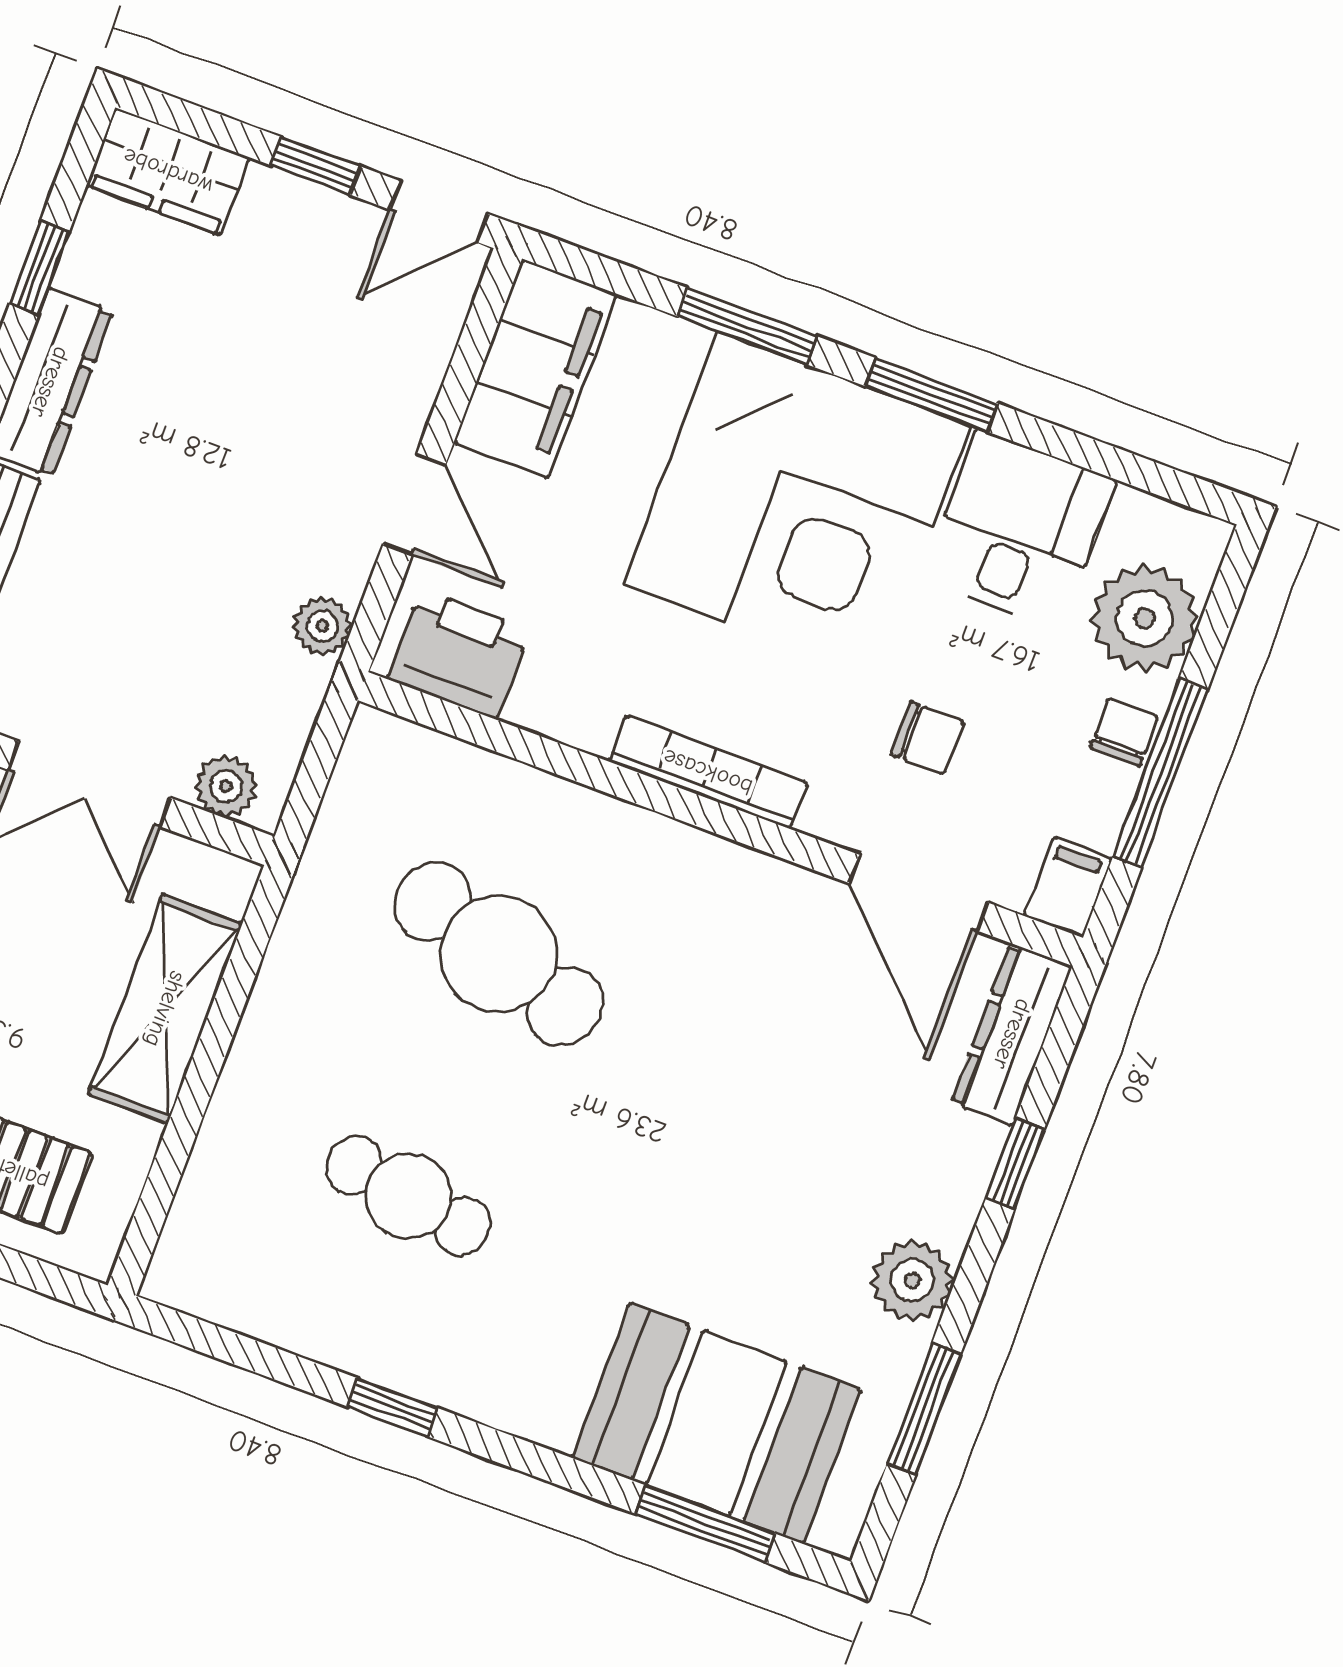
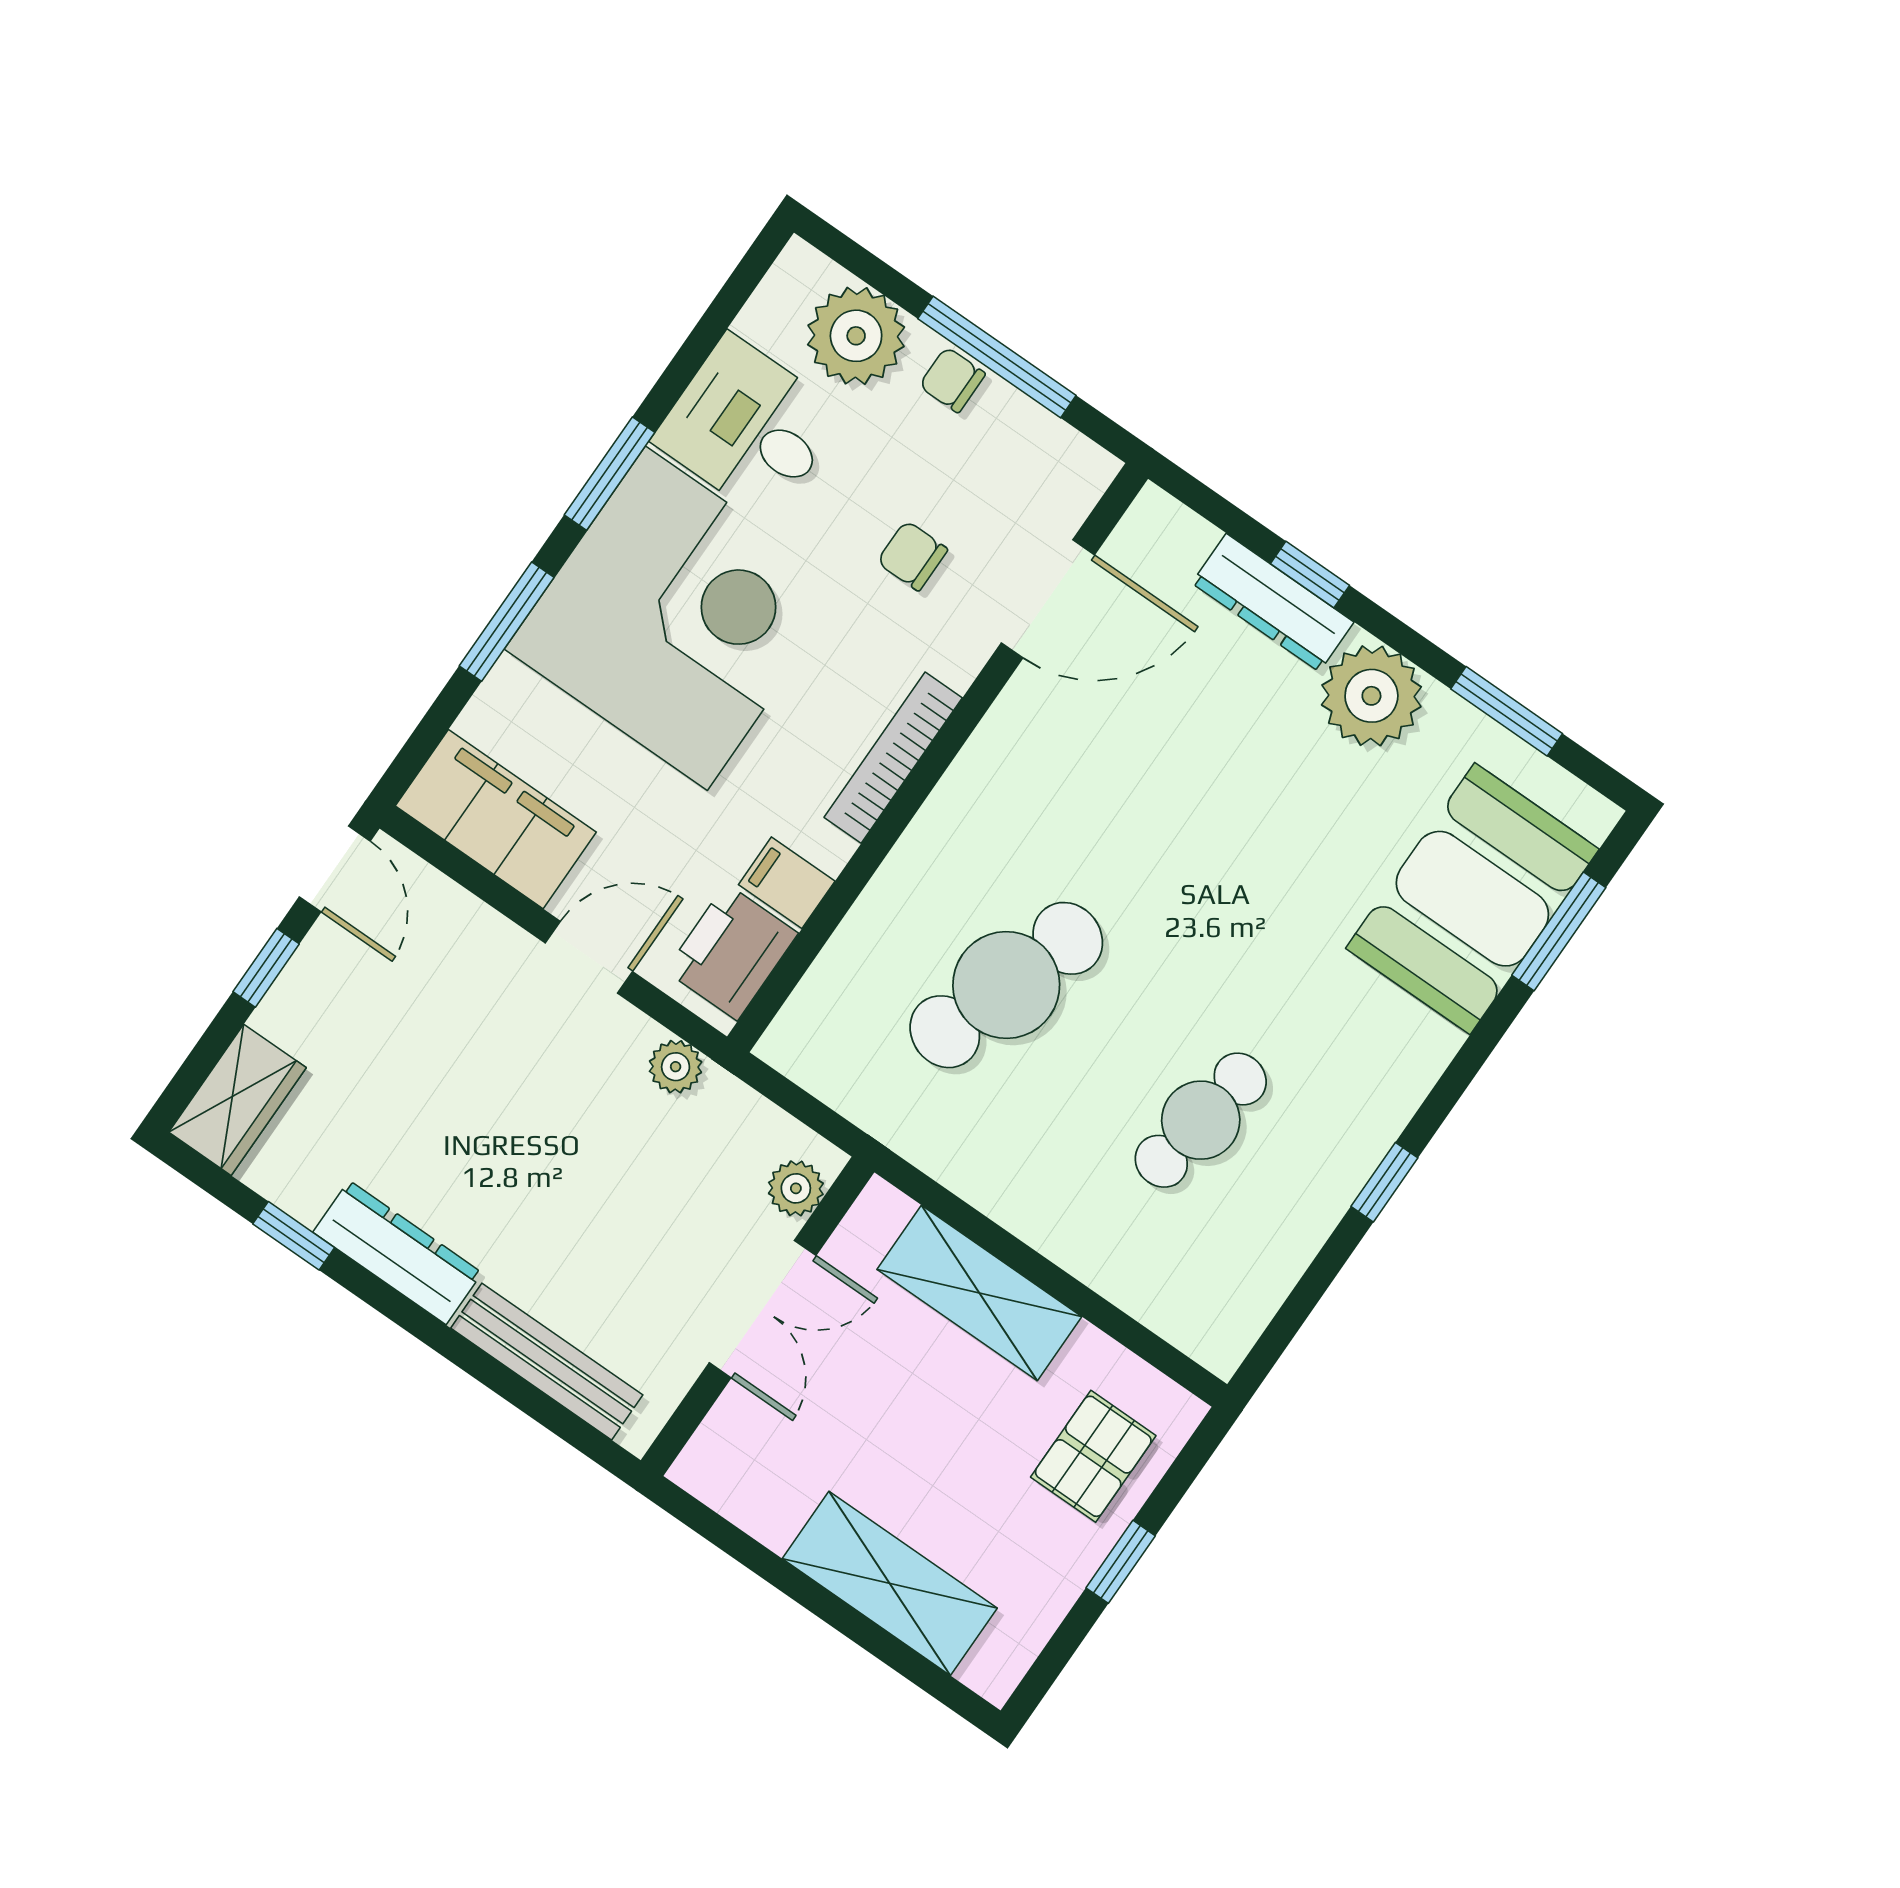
chair: (927, 738) -> (912, 556), turned -90
filing cabinet: (1068, 887) -> (787, 883), moved
dresser: (1012, 1034) -> (1273, 603), moved
plant: (912, 1280) -> (1371, 696), width x1.36, depth x1.36

